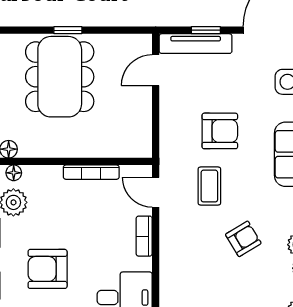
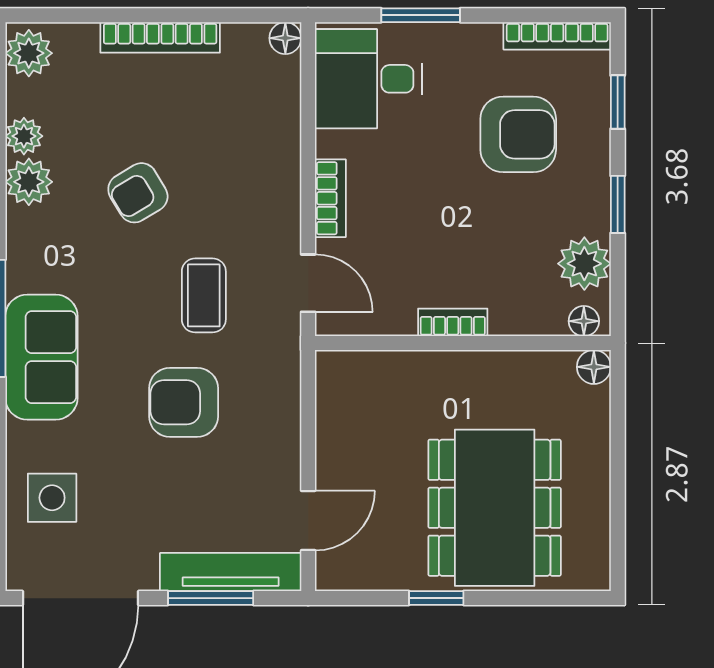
window: (68, 30) -> (436, 598), moved
window: (206, 30) -> (211, 598), width x1.50
bookcase: (91, 172) -> (453, 322), width x0.64

